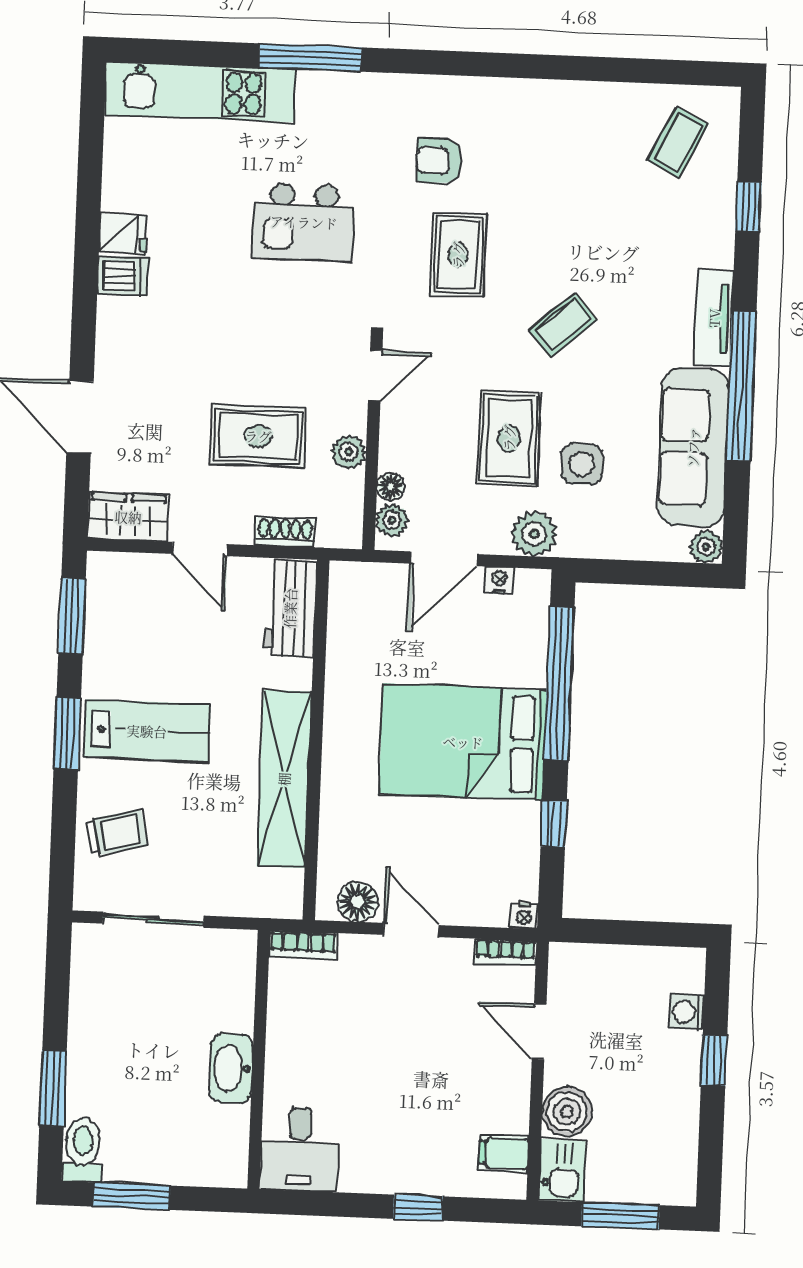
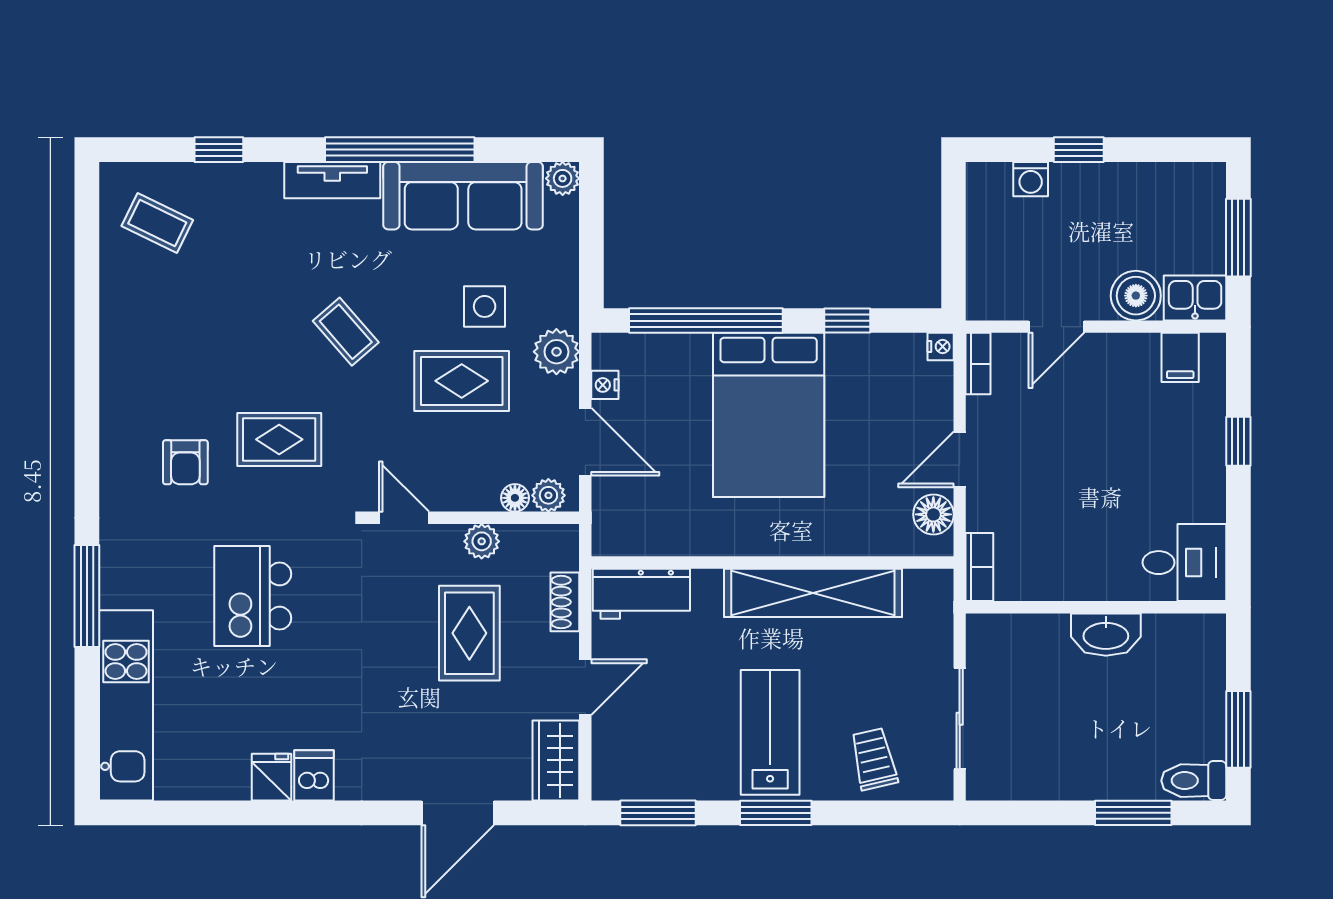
kitchen island: (304, 222) -> (253, 596), turned 180

